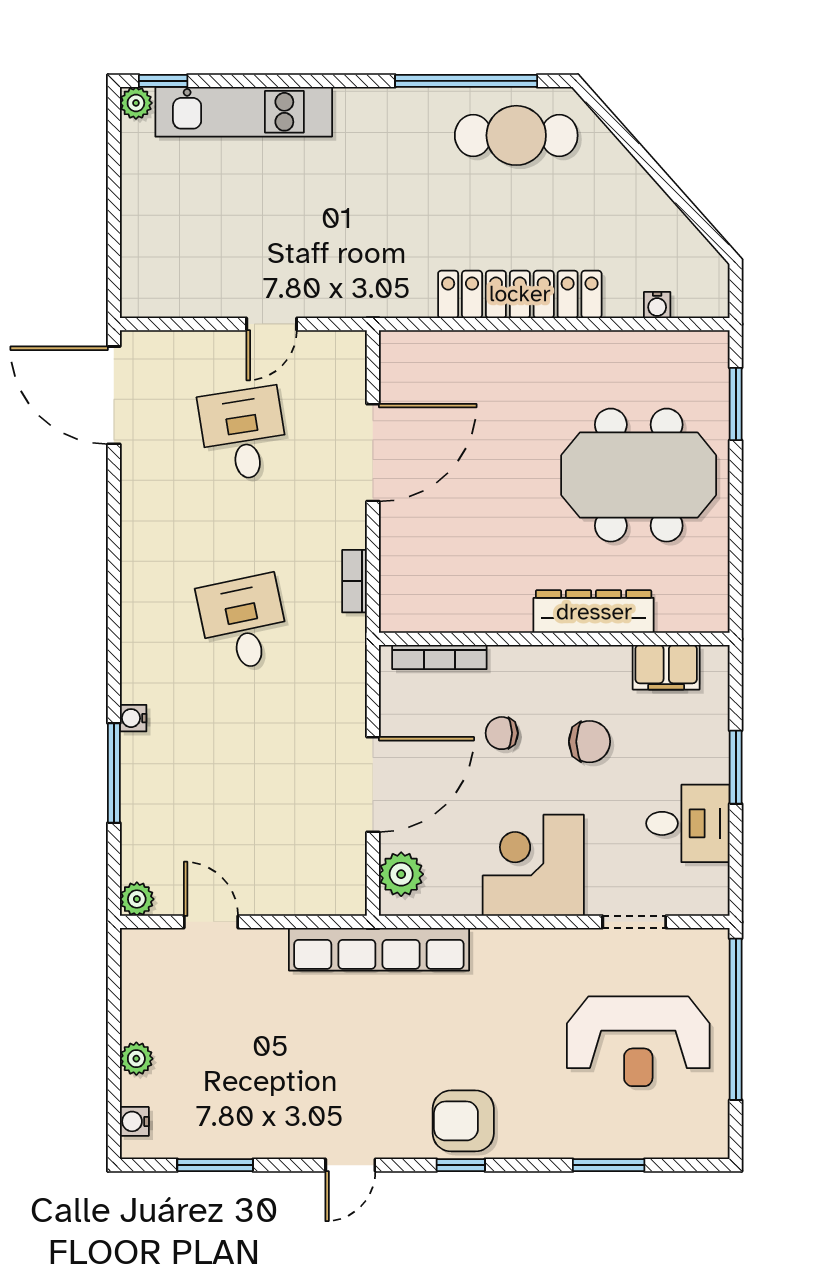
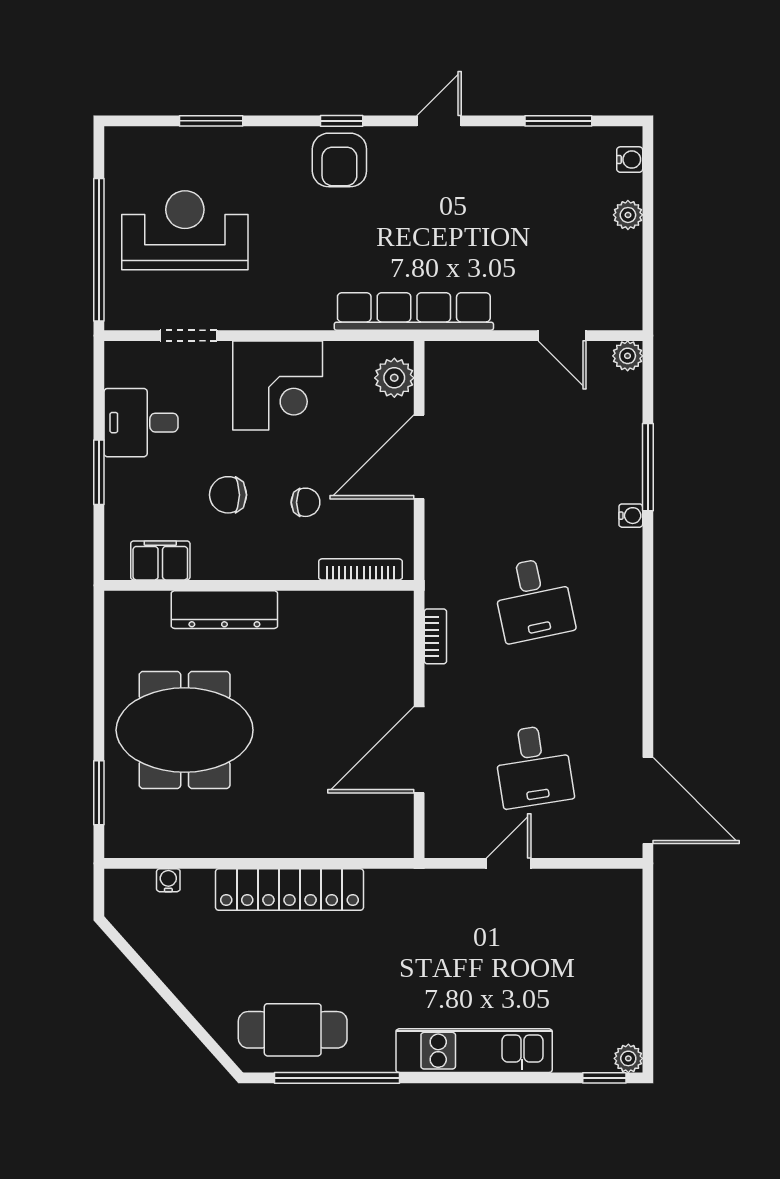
kitchen unit: (244, 112) -> (474, 1051), moved
armchair: (463, 1121) -> (339, 160), turned 90

